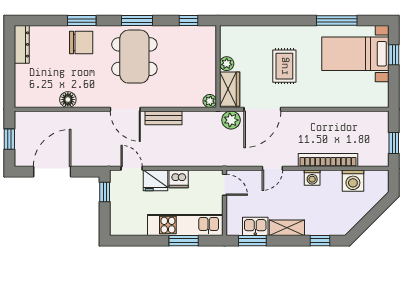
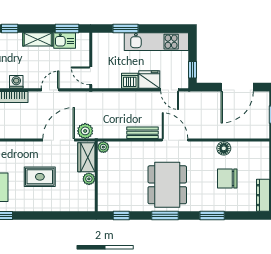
chair: (81, 43) -> (227, 178), moved
rug: (284, 66) -> (40, 177), turned 90
kitchen unit: (185, 225) -> (156, 42), moved

